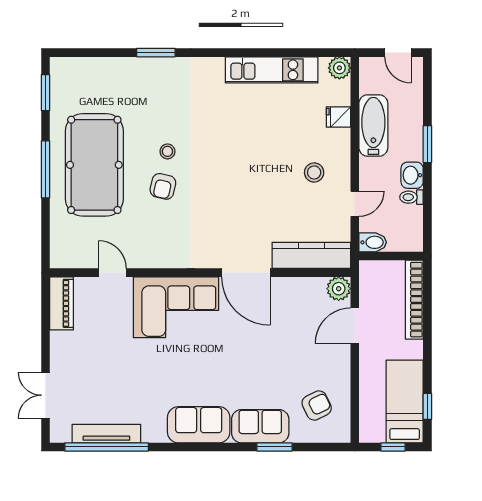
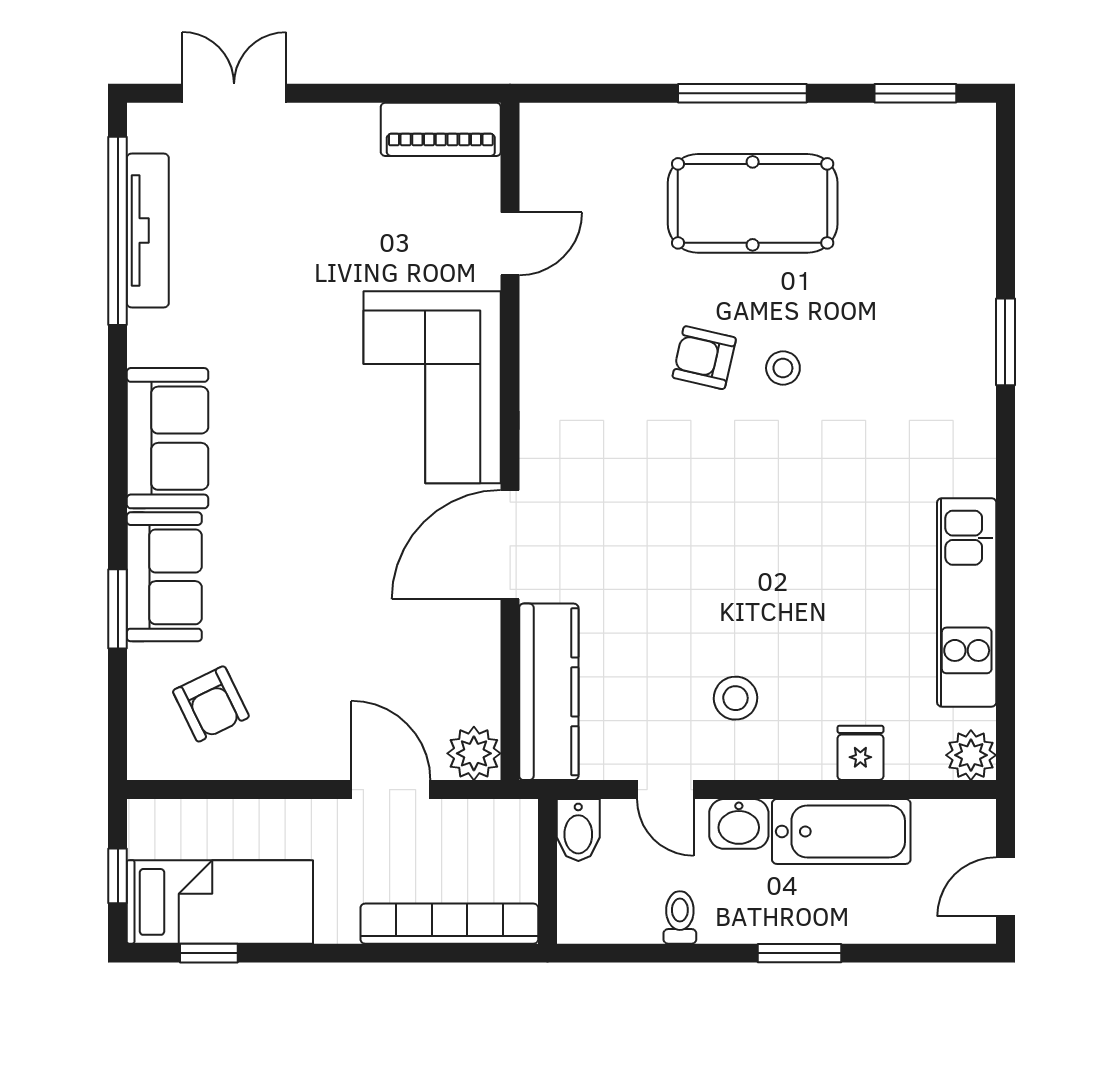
pool table: (94, 165) -> (753, 203), width x0.73, depth x0.76
washbasin: (412, 175) -> (739, 824), moved, turned 180

